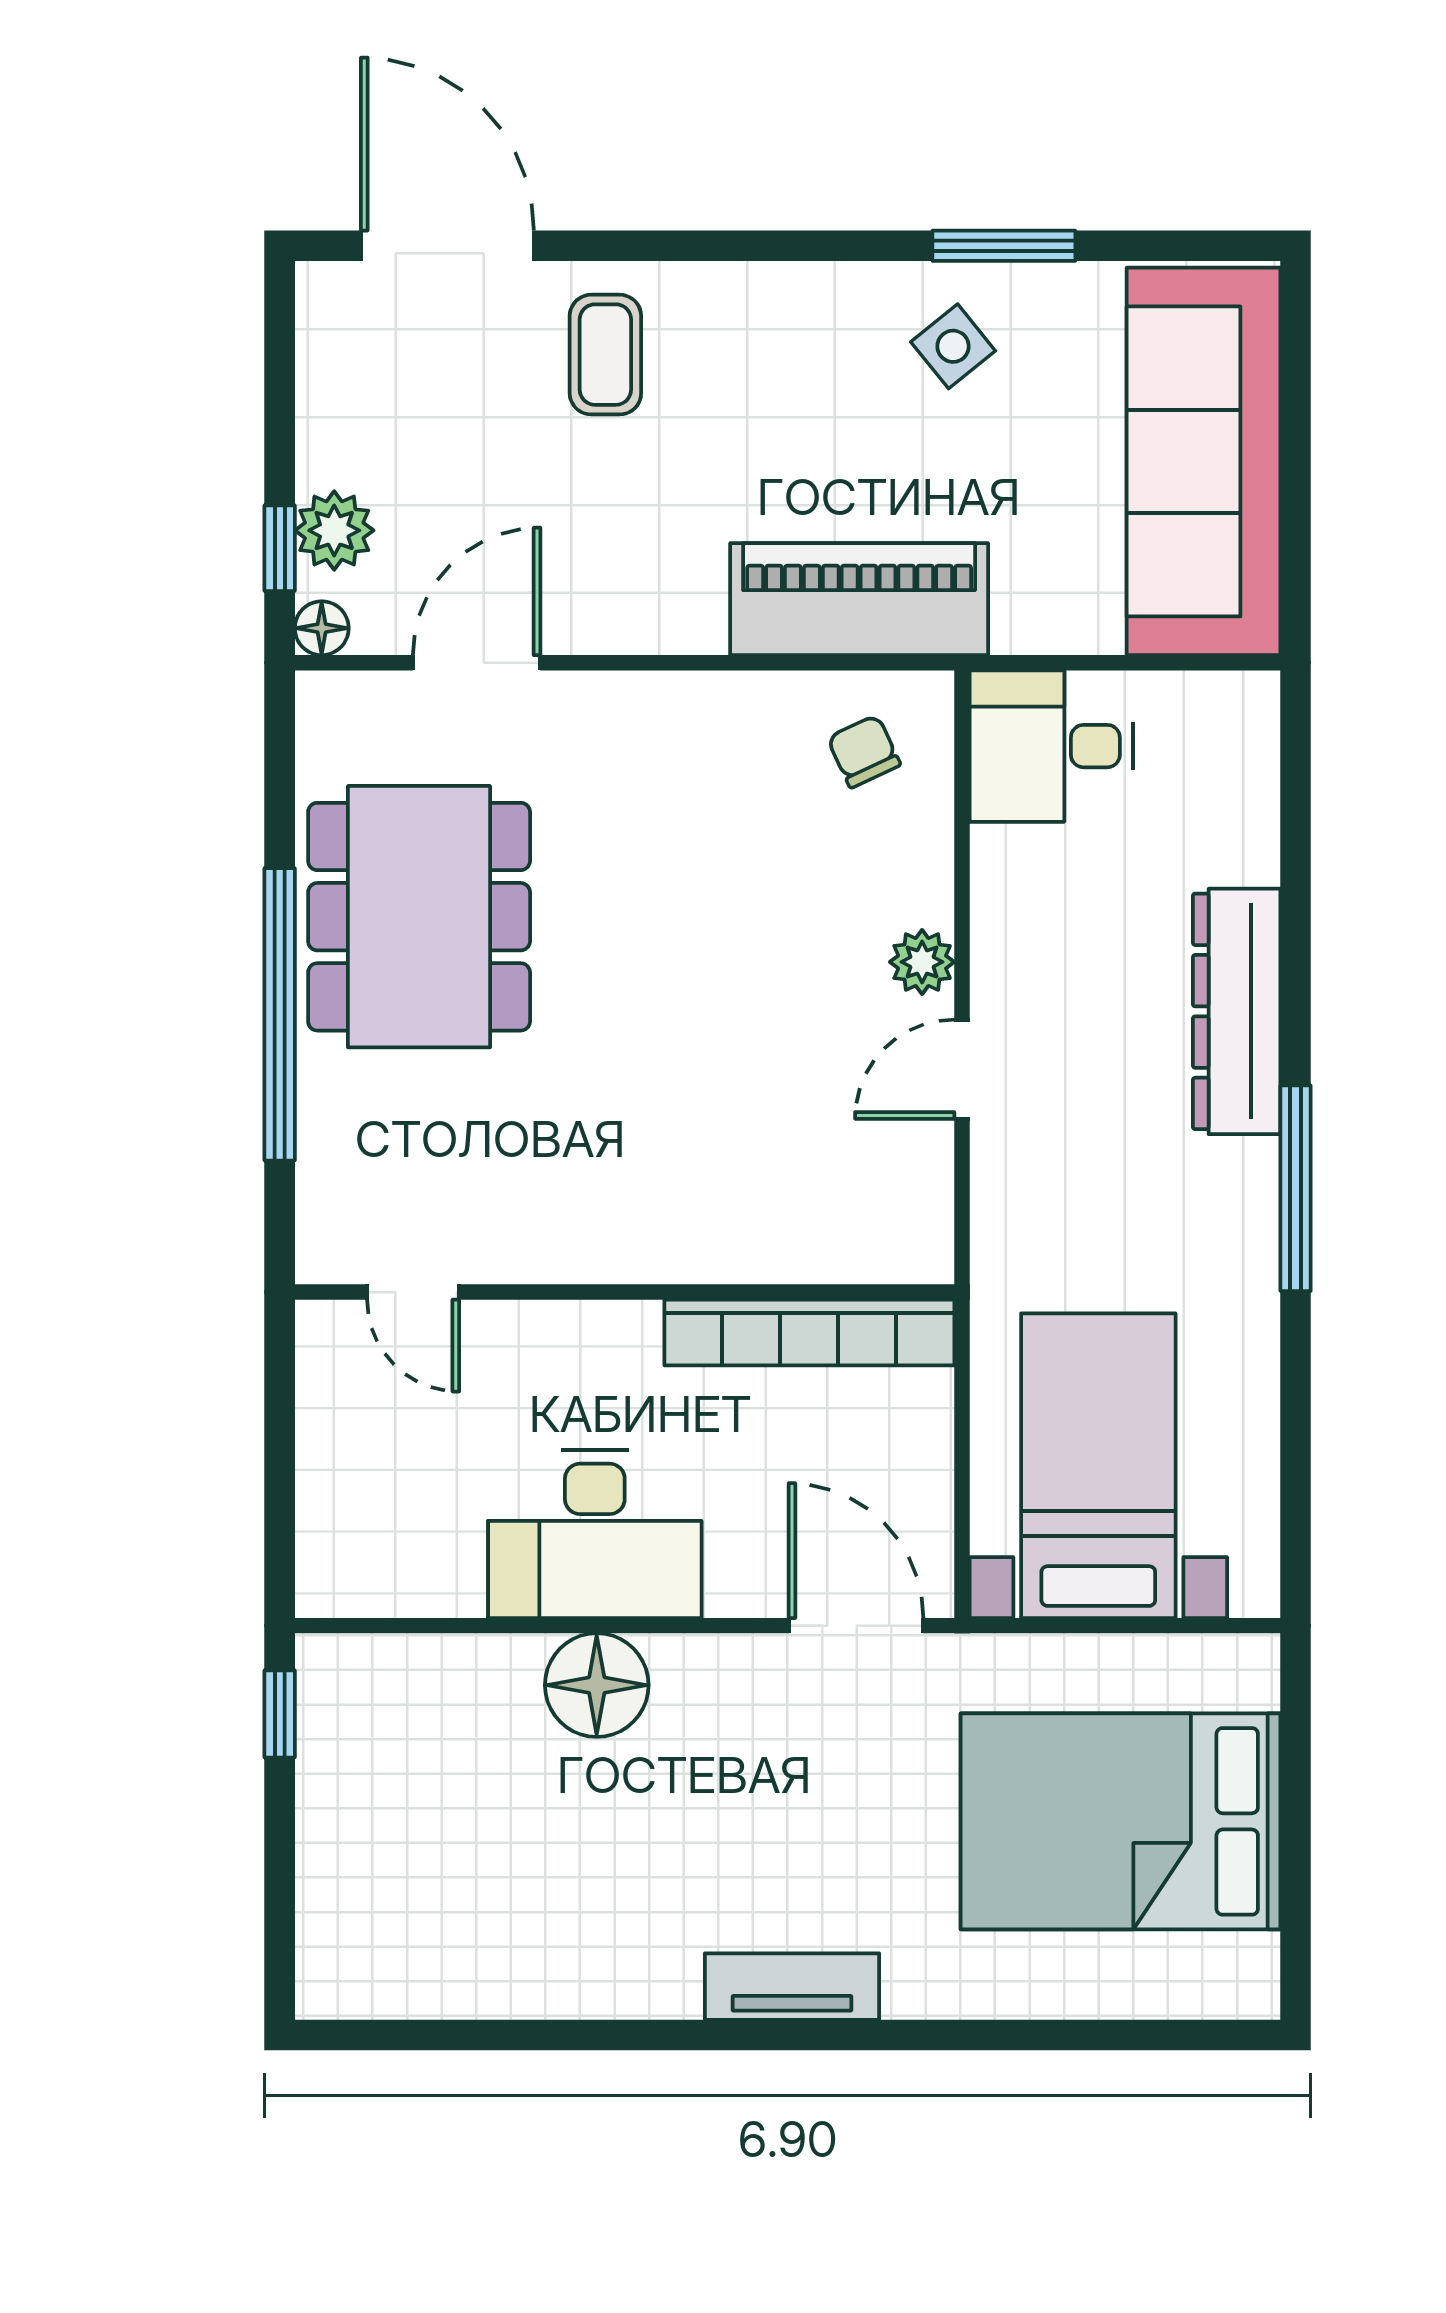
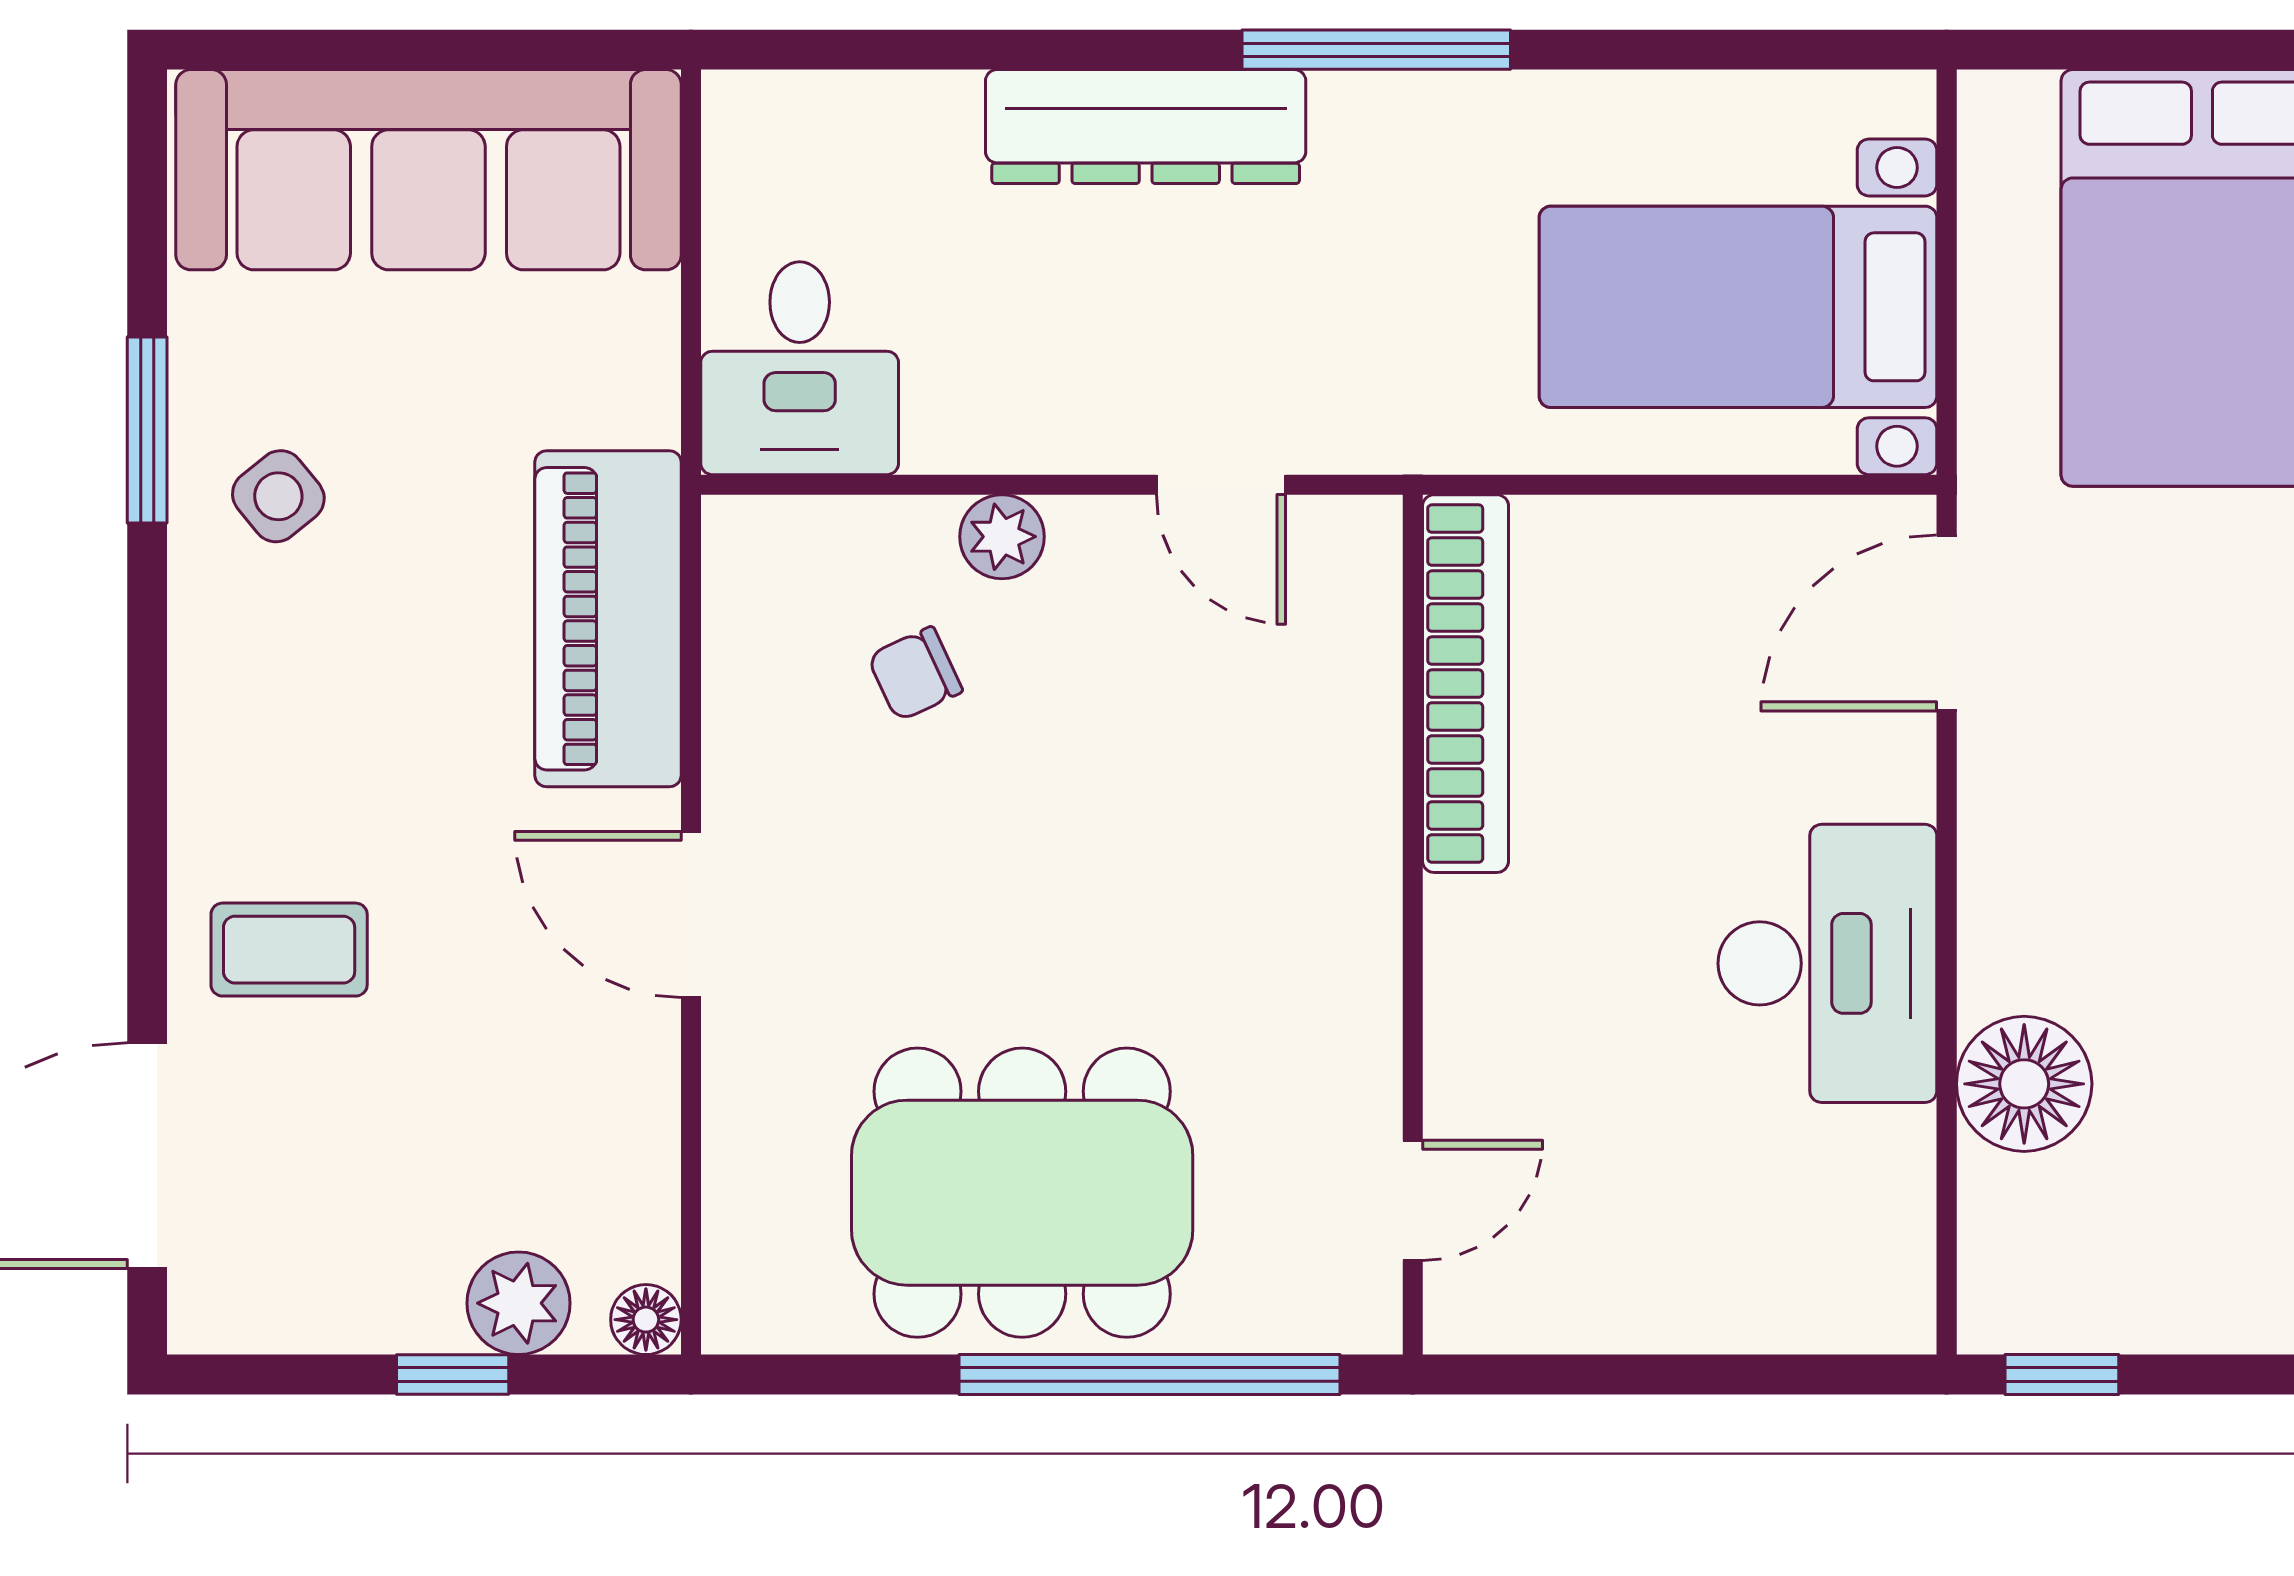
window: (280, 548) -> (453, 1374), moved
door: (477, 663) -> (691, 915), moved
chair: (864, 751) -> (915, 674), moved
plant: (922, 962) -> (1002, 537), moved
door: (413, 1292) -> (1413, 1200), moved
wall: (625, 1292) -> (1413, 925), moved
bookcase: (809, 1332) -> (1466, 684), moved
floor lamp: (597, 1685) -> (2024, 1084), moved

